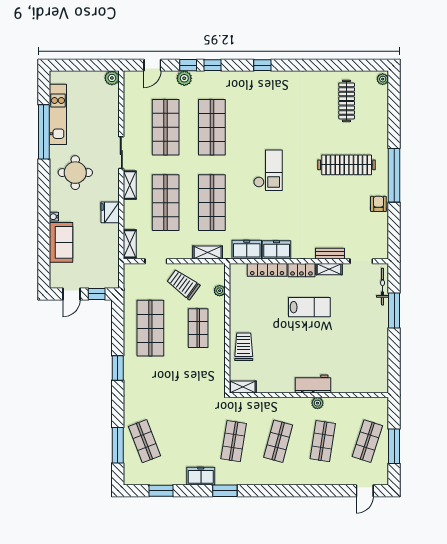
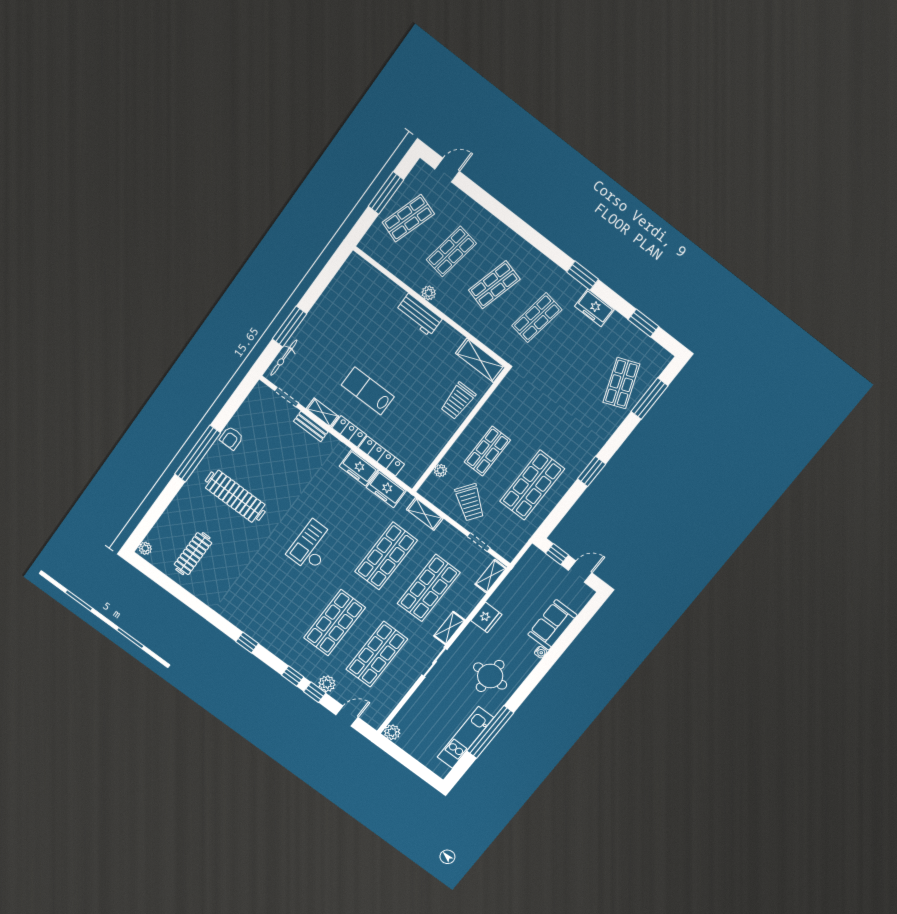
shelving: (243, 387) -> (480, 360), width x1.50, depth x1.33

